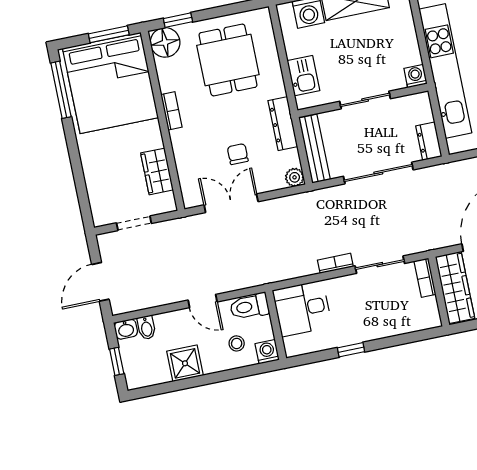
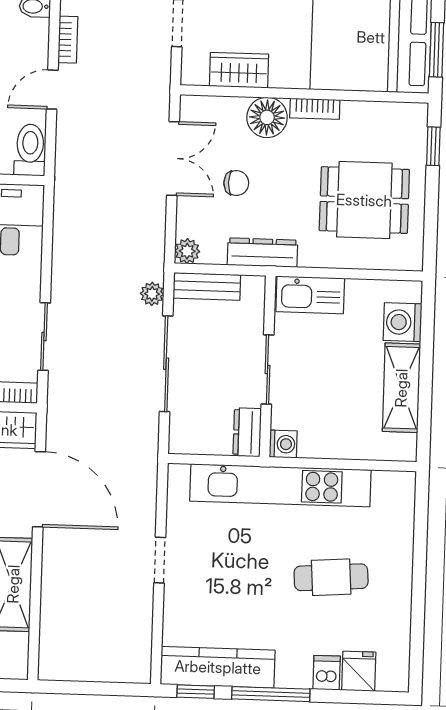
floor lamp: (165, 42) -> (267, 117), moved
kitchen sink: (303, 76) -> (310, 295), width x1.38
dresser: (429, 141) -> (247, 432), moved, turned -90
bench: (315, 149) -> (207, 286), width x0.73
plant: (331, 195) -> (152, 294), added
bookcase: (335, 263) -> (68, 40), moved

